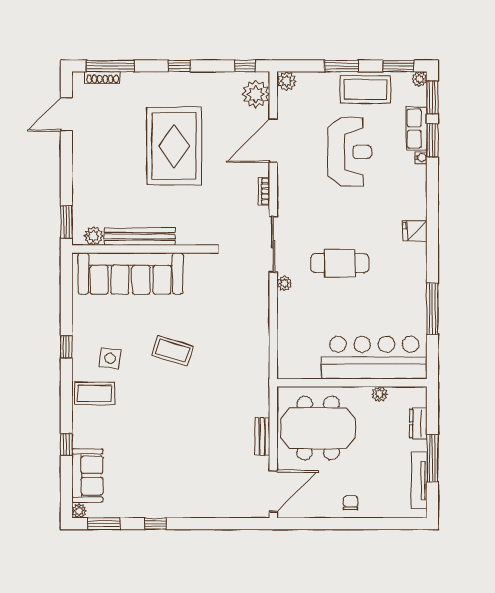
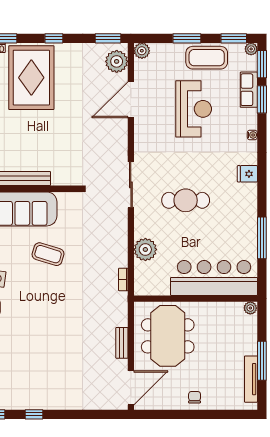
window: (245, 66) -> (108, 38), width x1.50
rug: (174, 146) -> (31, 78), moved
water cooler: (421, 158) -> (252, 135), moved
bookcase: (264, 191) -> (123, 279), moved
plant: (284, 283) -> (145, 249), moved, width x1.88, depth x1.88
coffee table: (172, 351) -> (48, 254), moved
plant: (380, 394) -> (250, 308), moved
dresser: (418, 423) -> (250, 332), removed
meeting table: (318, 428) -> (168, 336), turned 90

